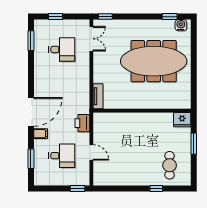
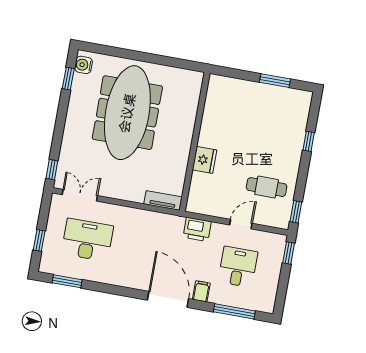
desk: (62, 49) -> (87, 240), width x1.37
fridge: (182, 120) -> (204, 160), moved
window: (194, 144) -> (275, 81), moved
window: (31, 159) -> (234, 311), width x1.44
cafe table: (170, 165) -> (267, 187), moved
window: (107, 189) -> (296, 212), added

